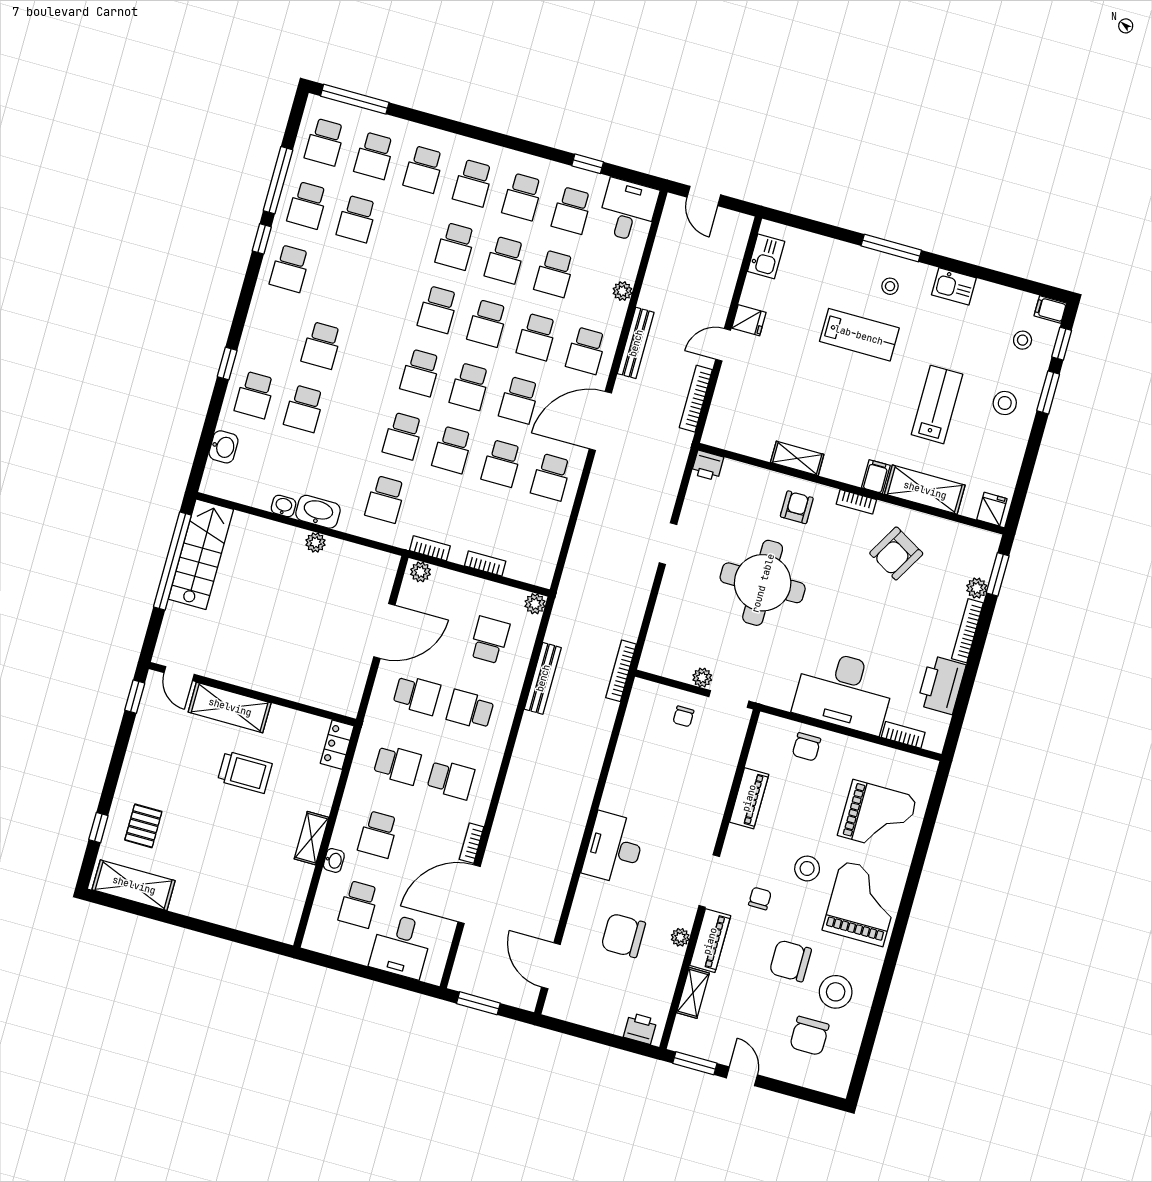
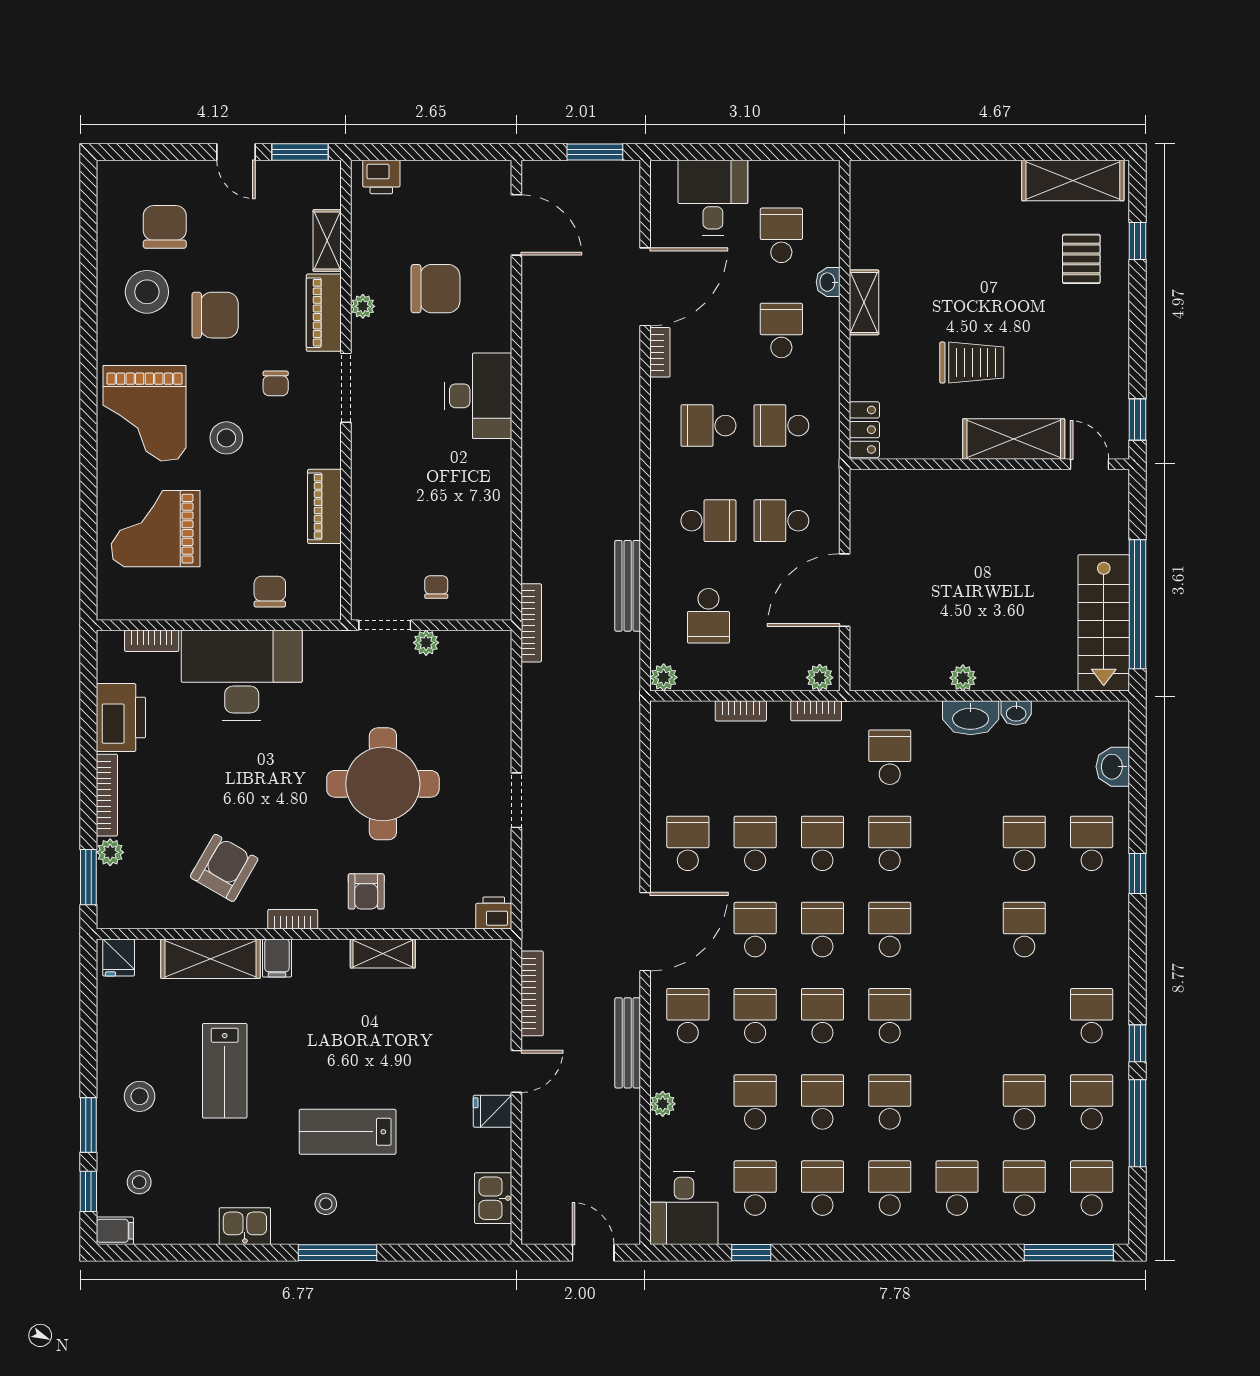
trolley: (245, 772) -> (972, 363), turned 180

